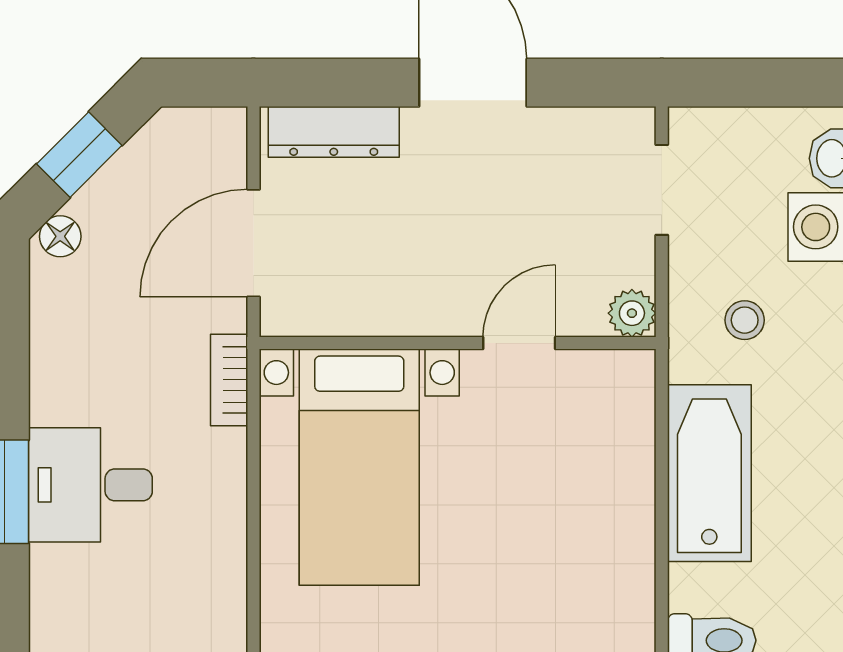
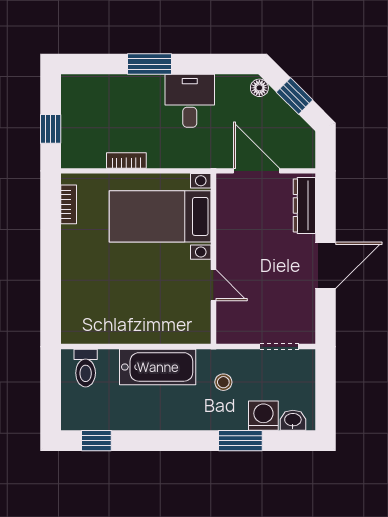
plant: (632, 313) -> (226, 334), removed
bookcase: (229, 380) -> (126, 160), moved
desk: (90, 485) -> (190, 101), moved

